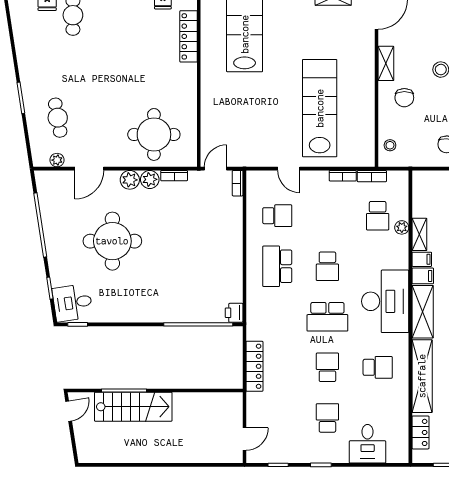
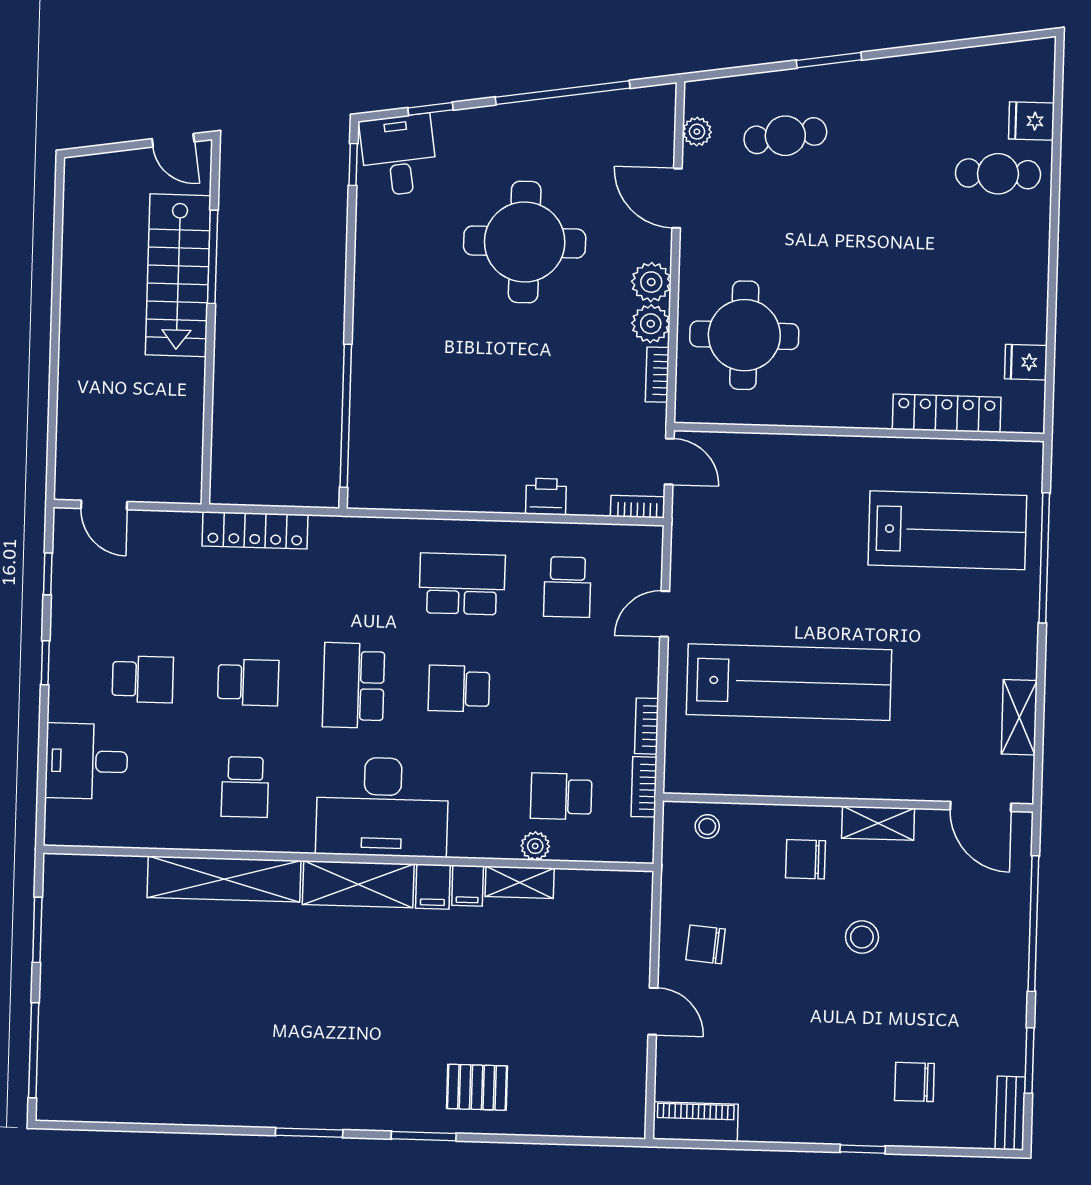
printer: (234, 313) -> (546, 497), moved
locker: (420, 432) -> (107, 872), removed

